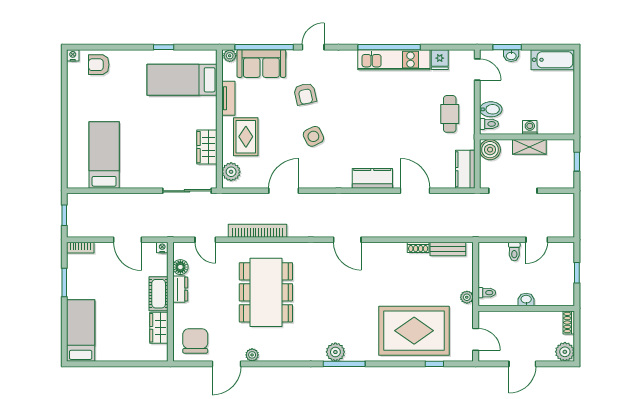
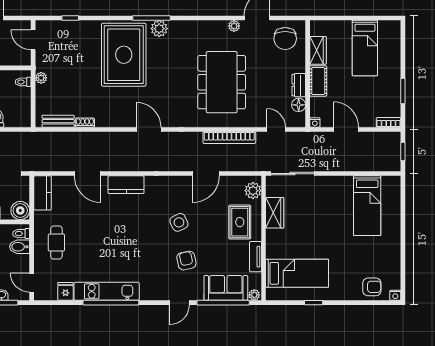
bed: (81, 330) -> (365, 48), moved
rug: (414, 331) -> (124, 55), moved, turned 90

